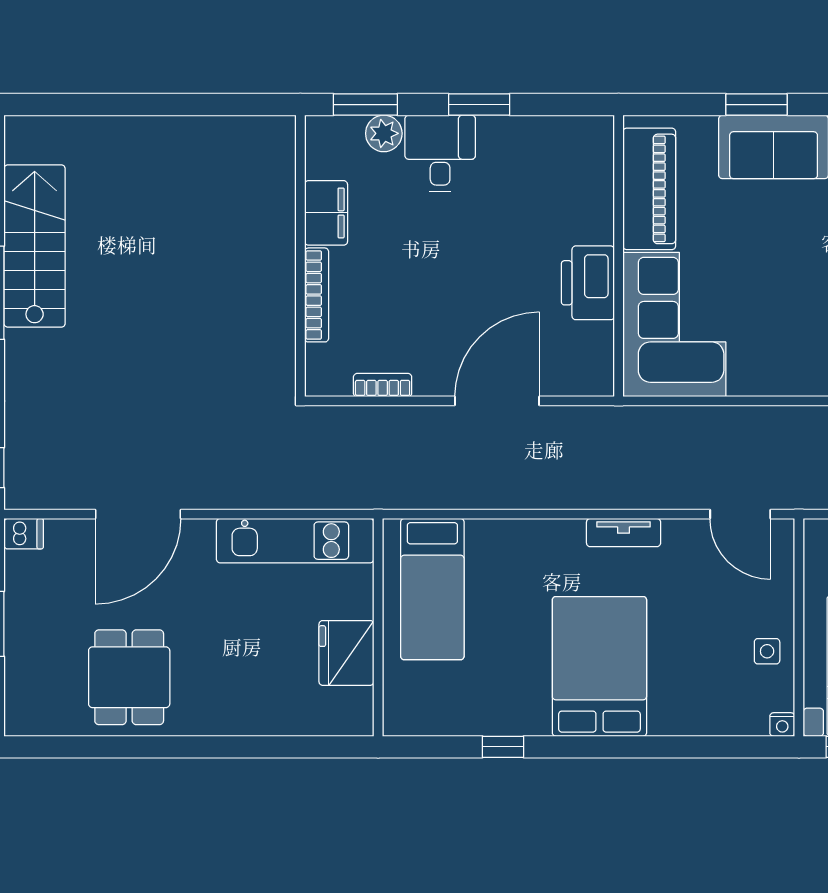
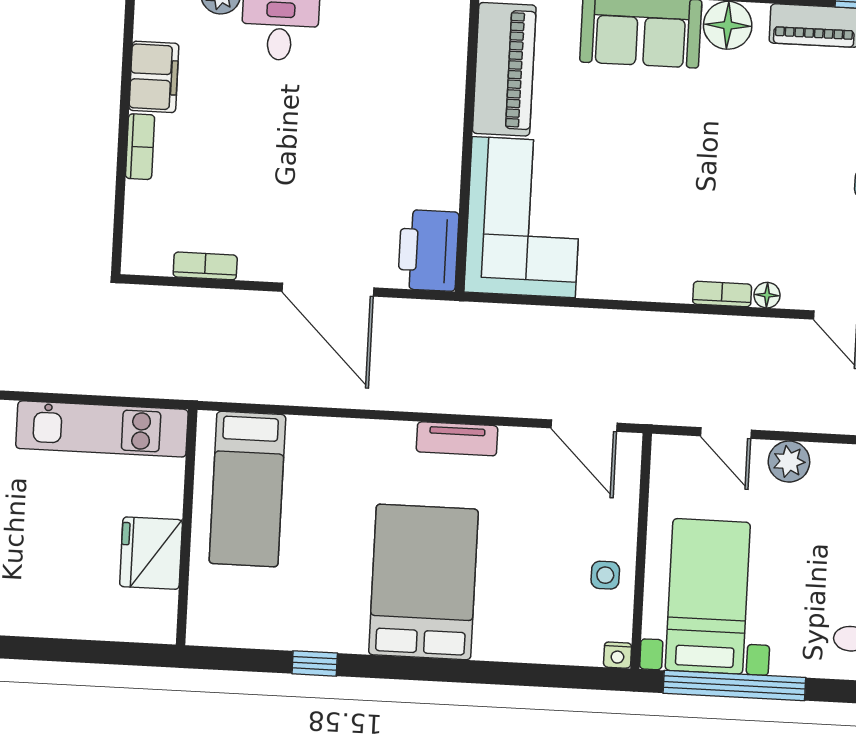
printer: (588, 283) -> (428, 250), moved
bookcase: (317, 295) -> (140, 147), width x0.64
door: (497, 401) -> (328, 290), swing flipped

